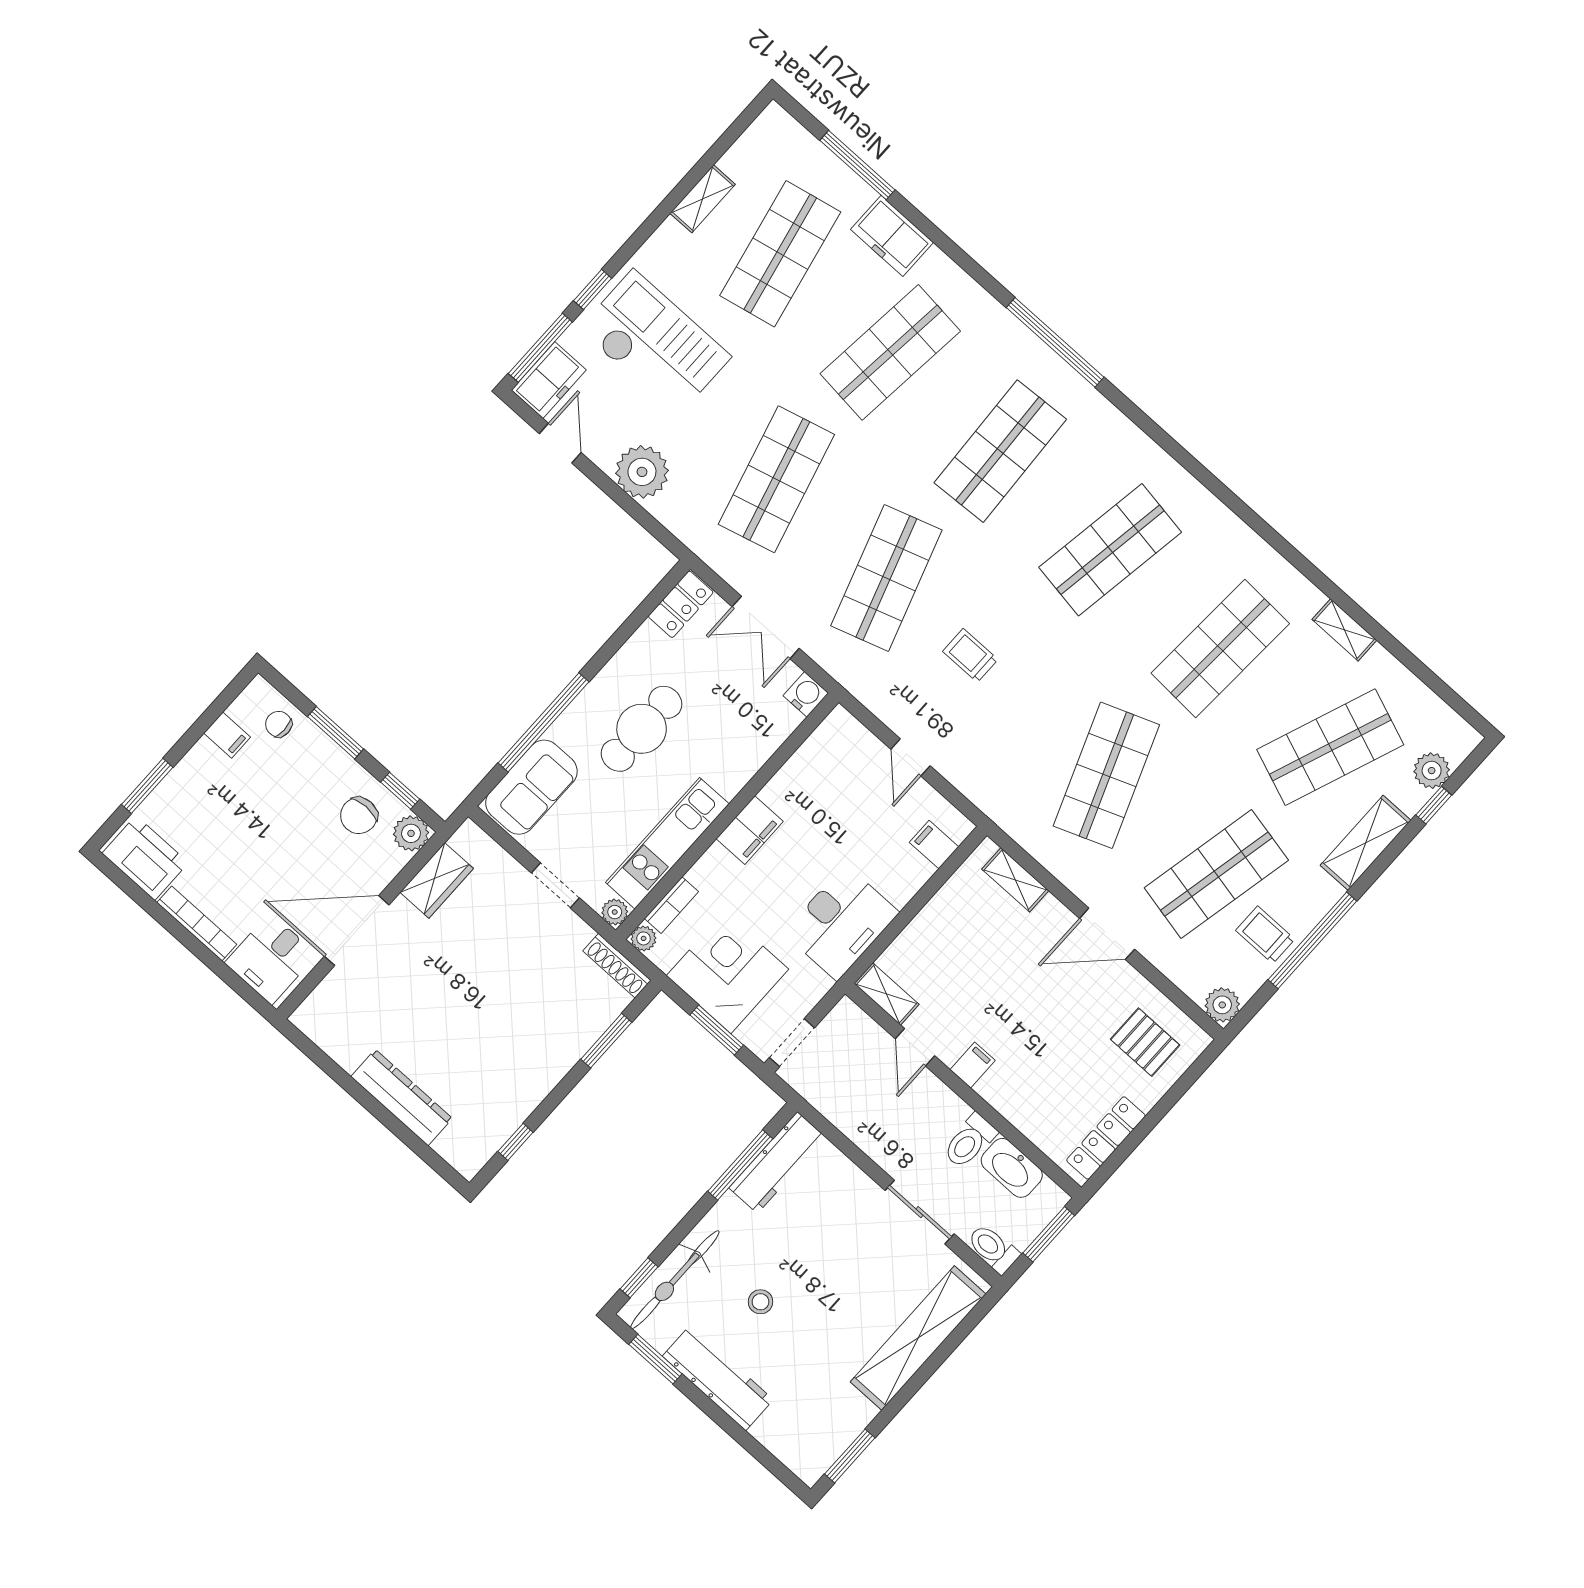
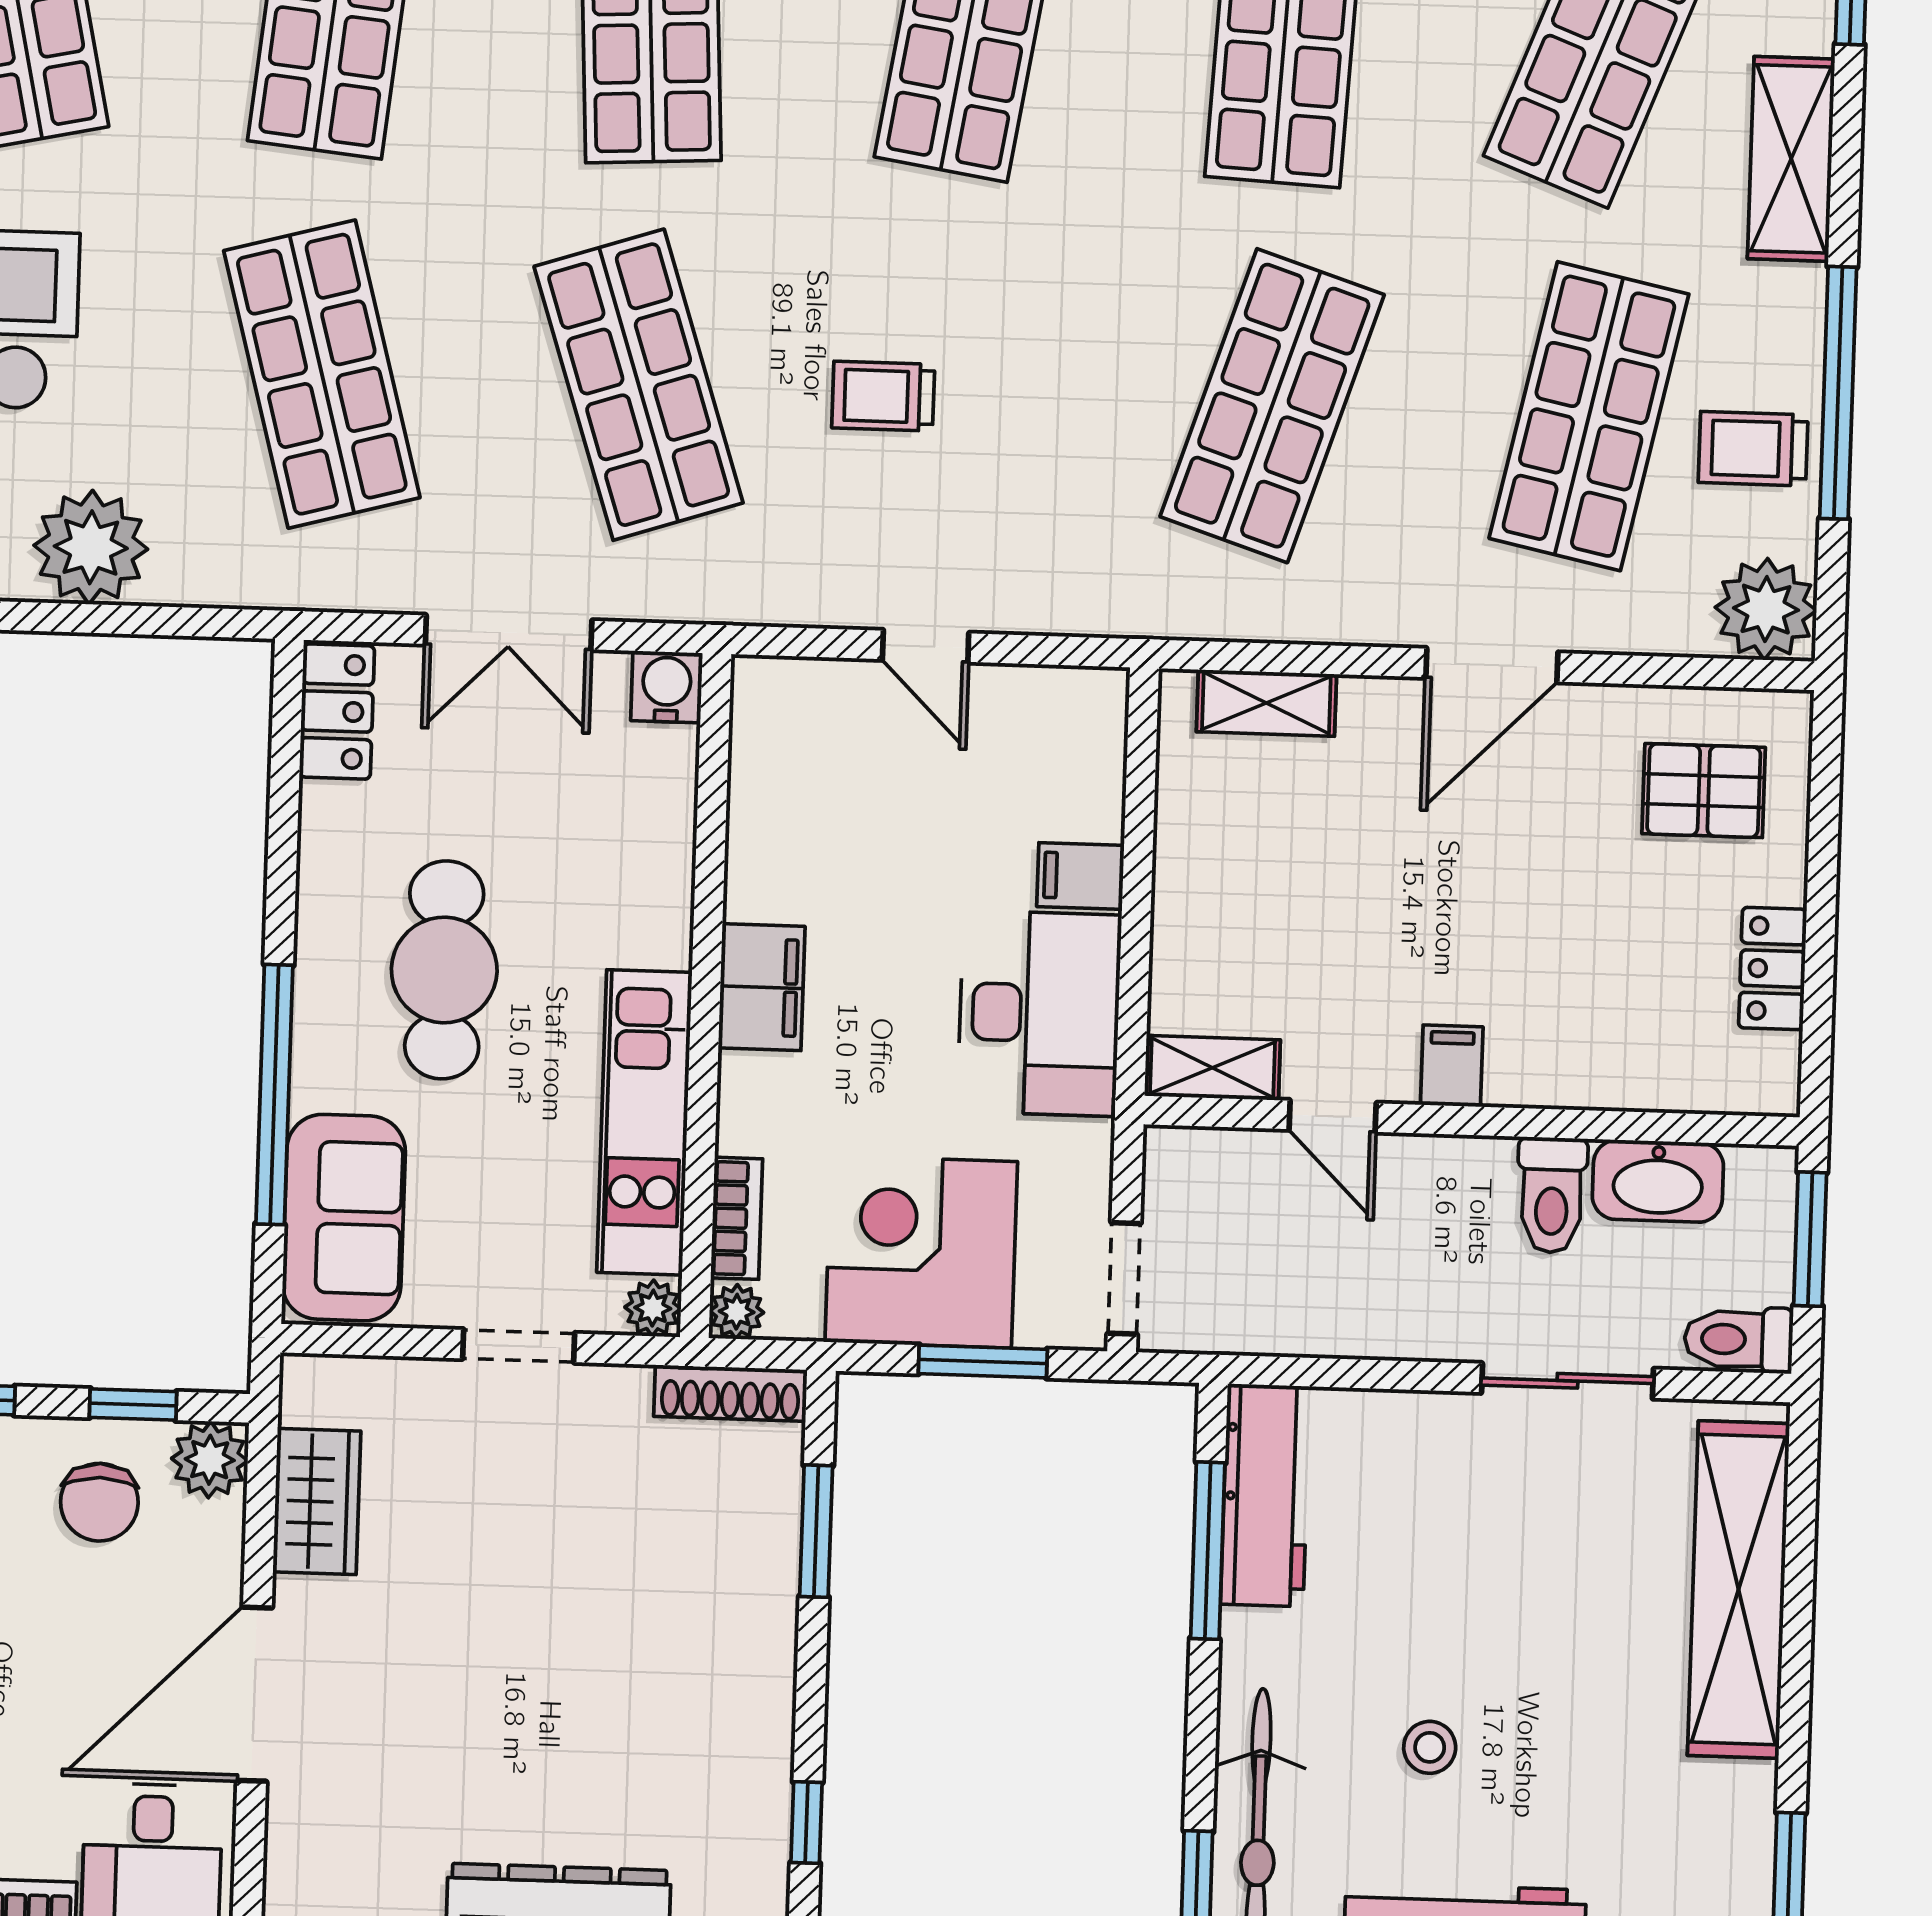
shop shelf: (1106, 775) -> (1272, 406), turned 39
filing cabinet: (934, 845) -> (1080, 876), moved
plant: (1222, 1005) -> (1766, 609), width x1.36, depth x1.36
locker: (1106, 1138) -> (1773, 969), width x0.66

